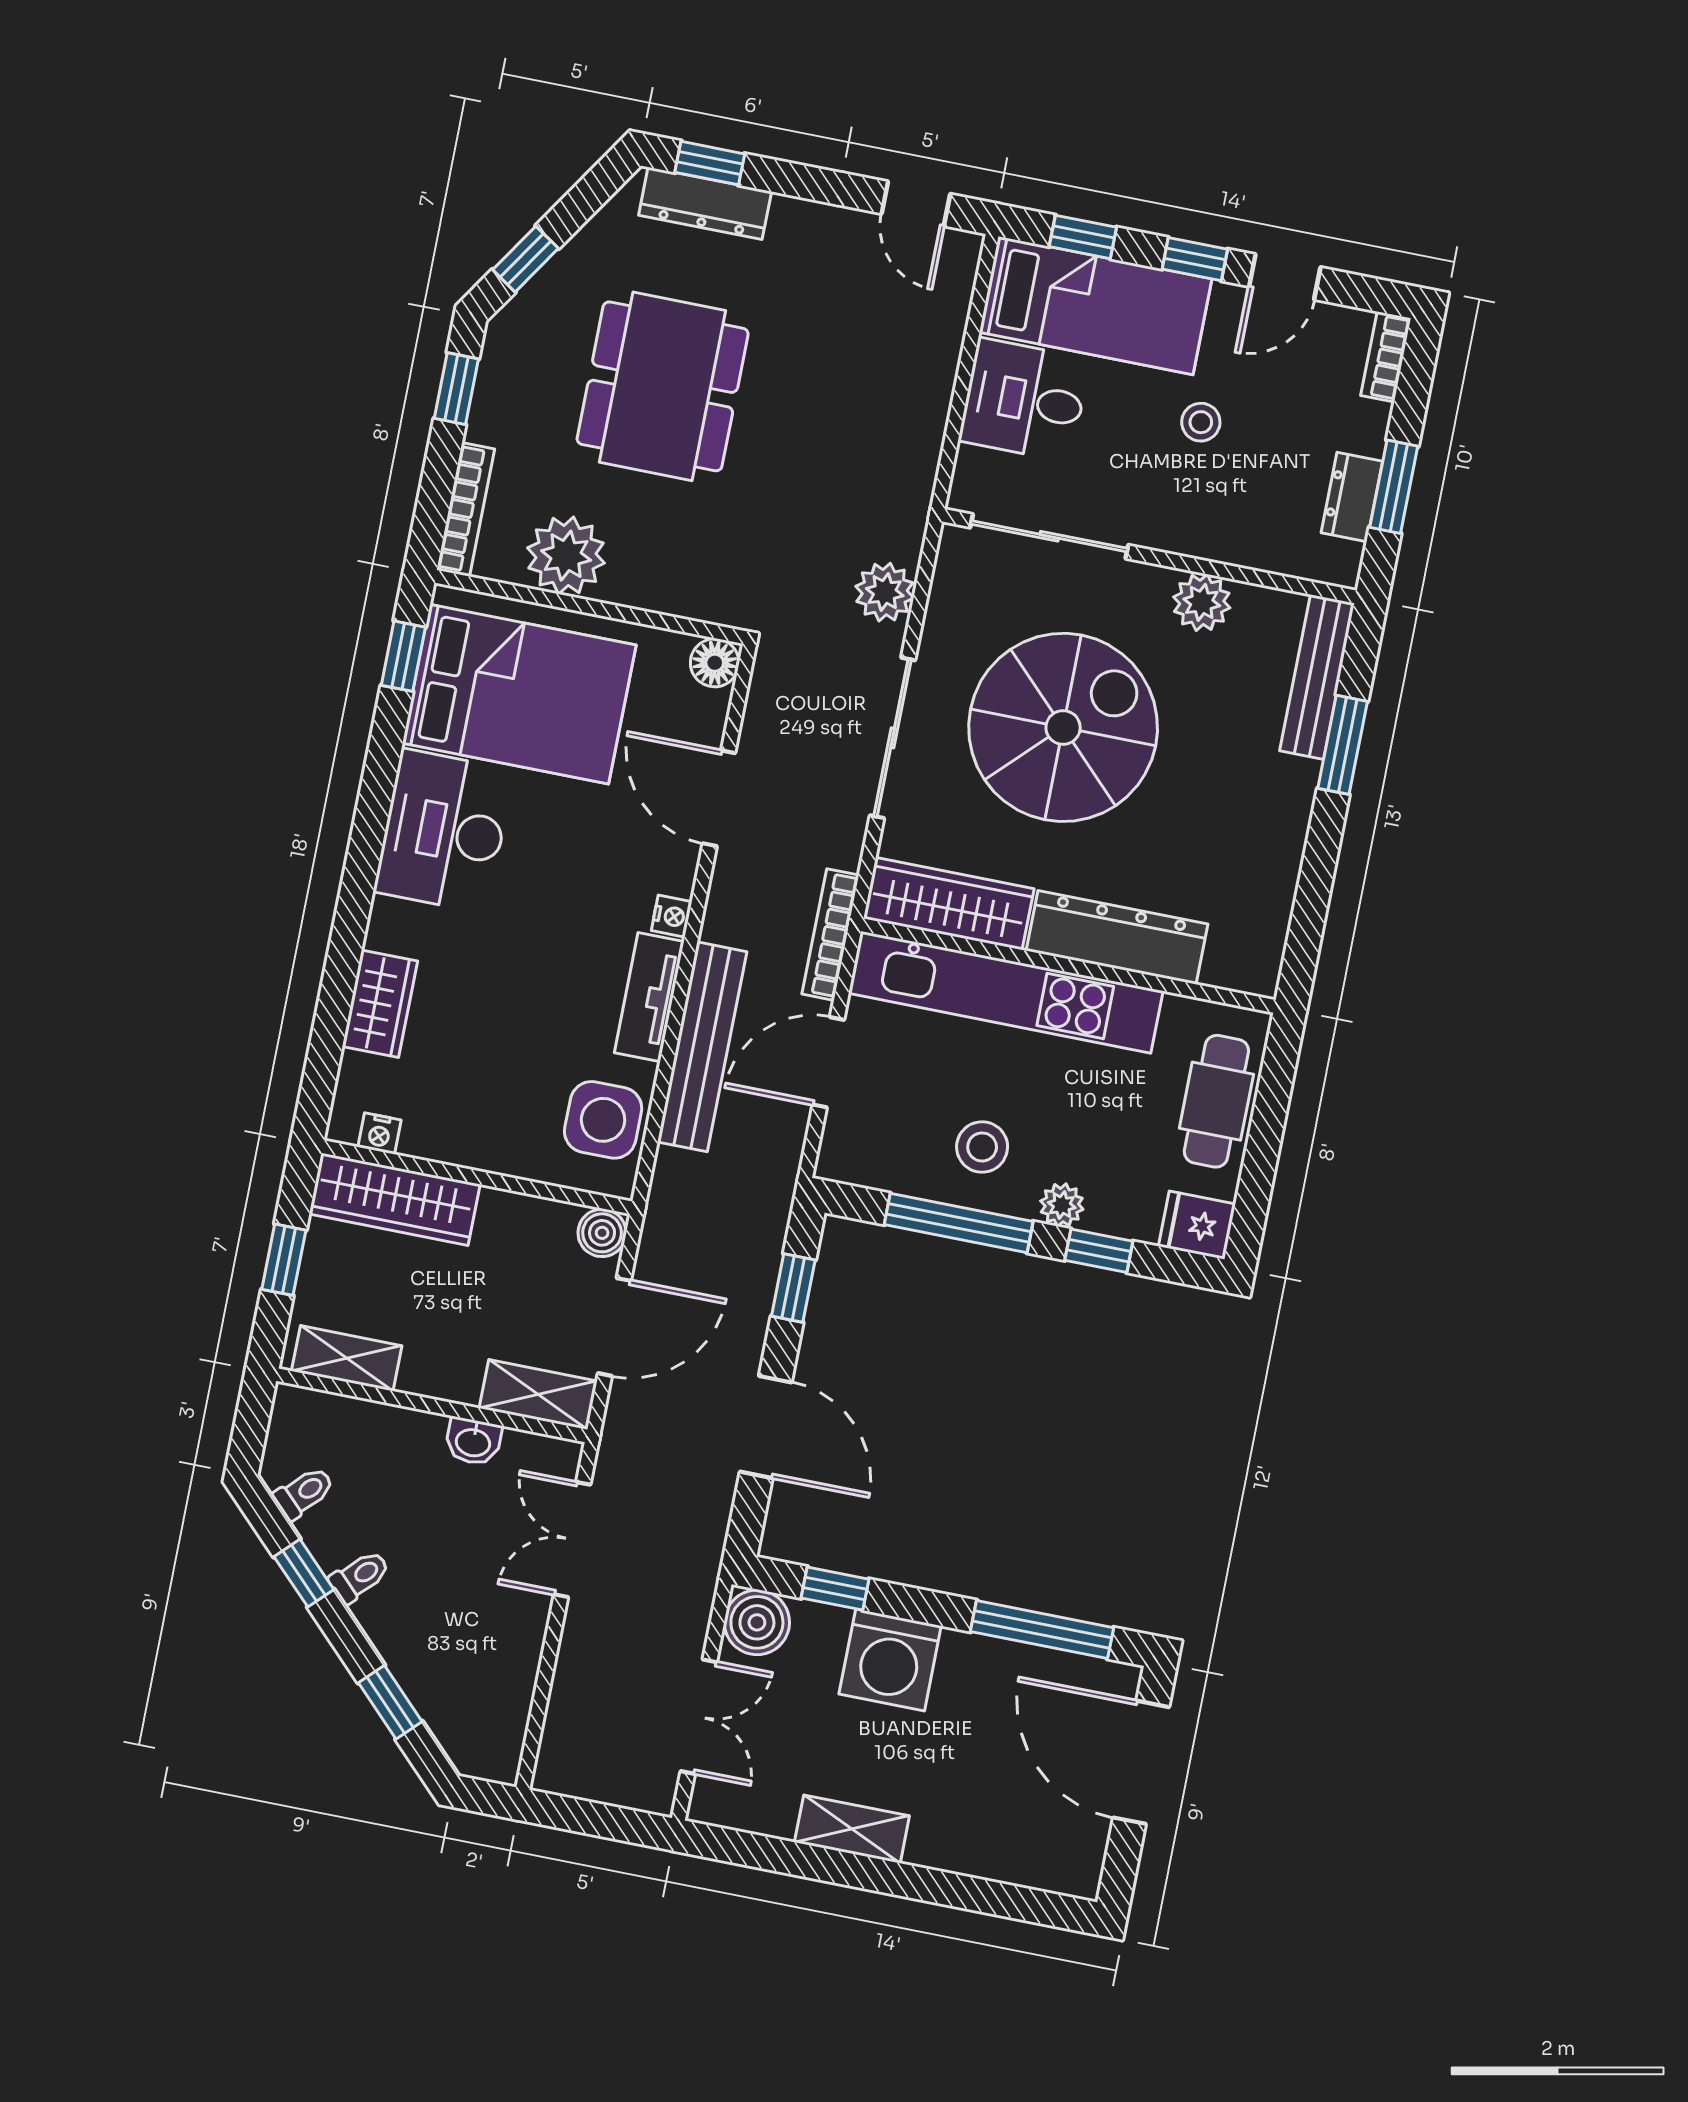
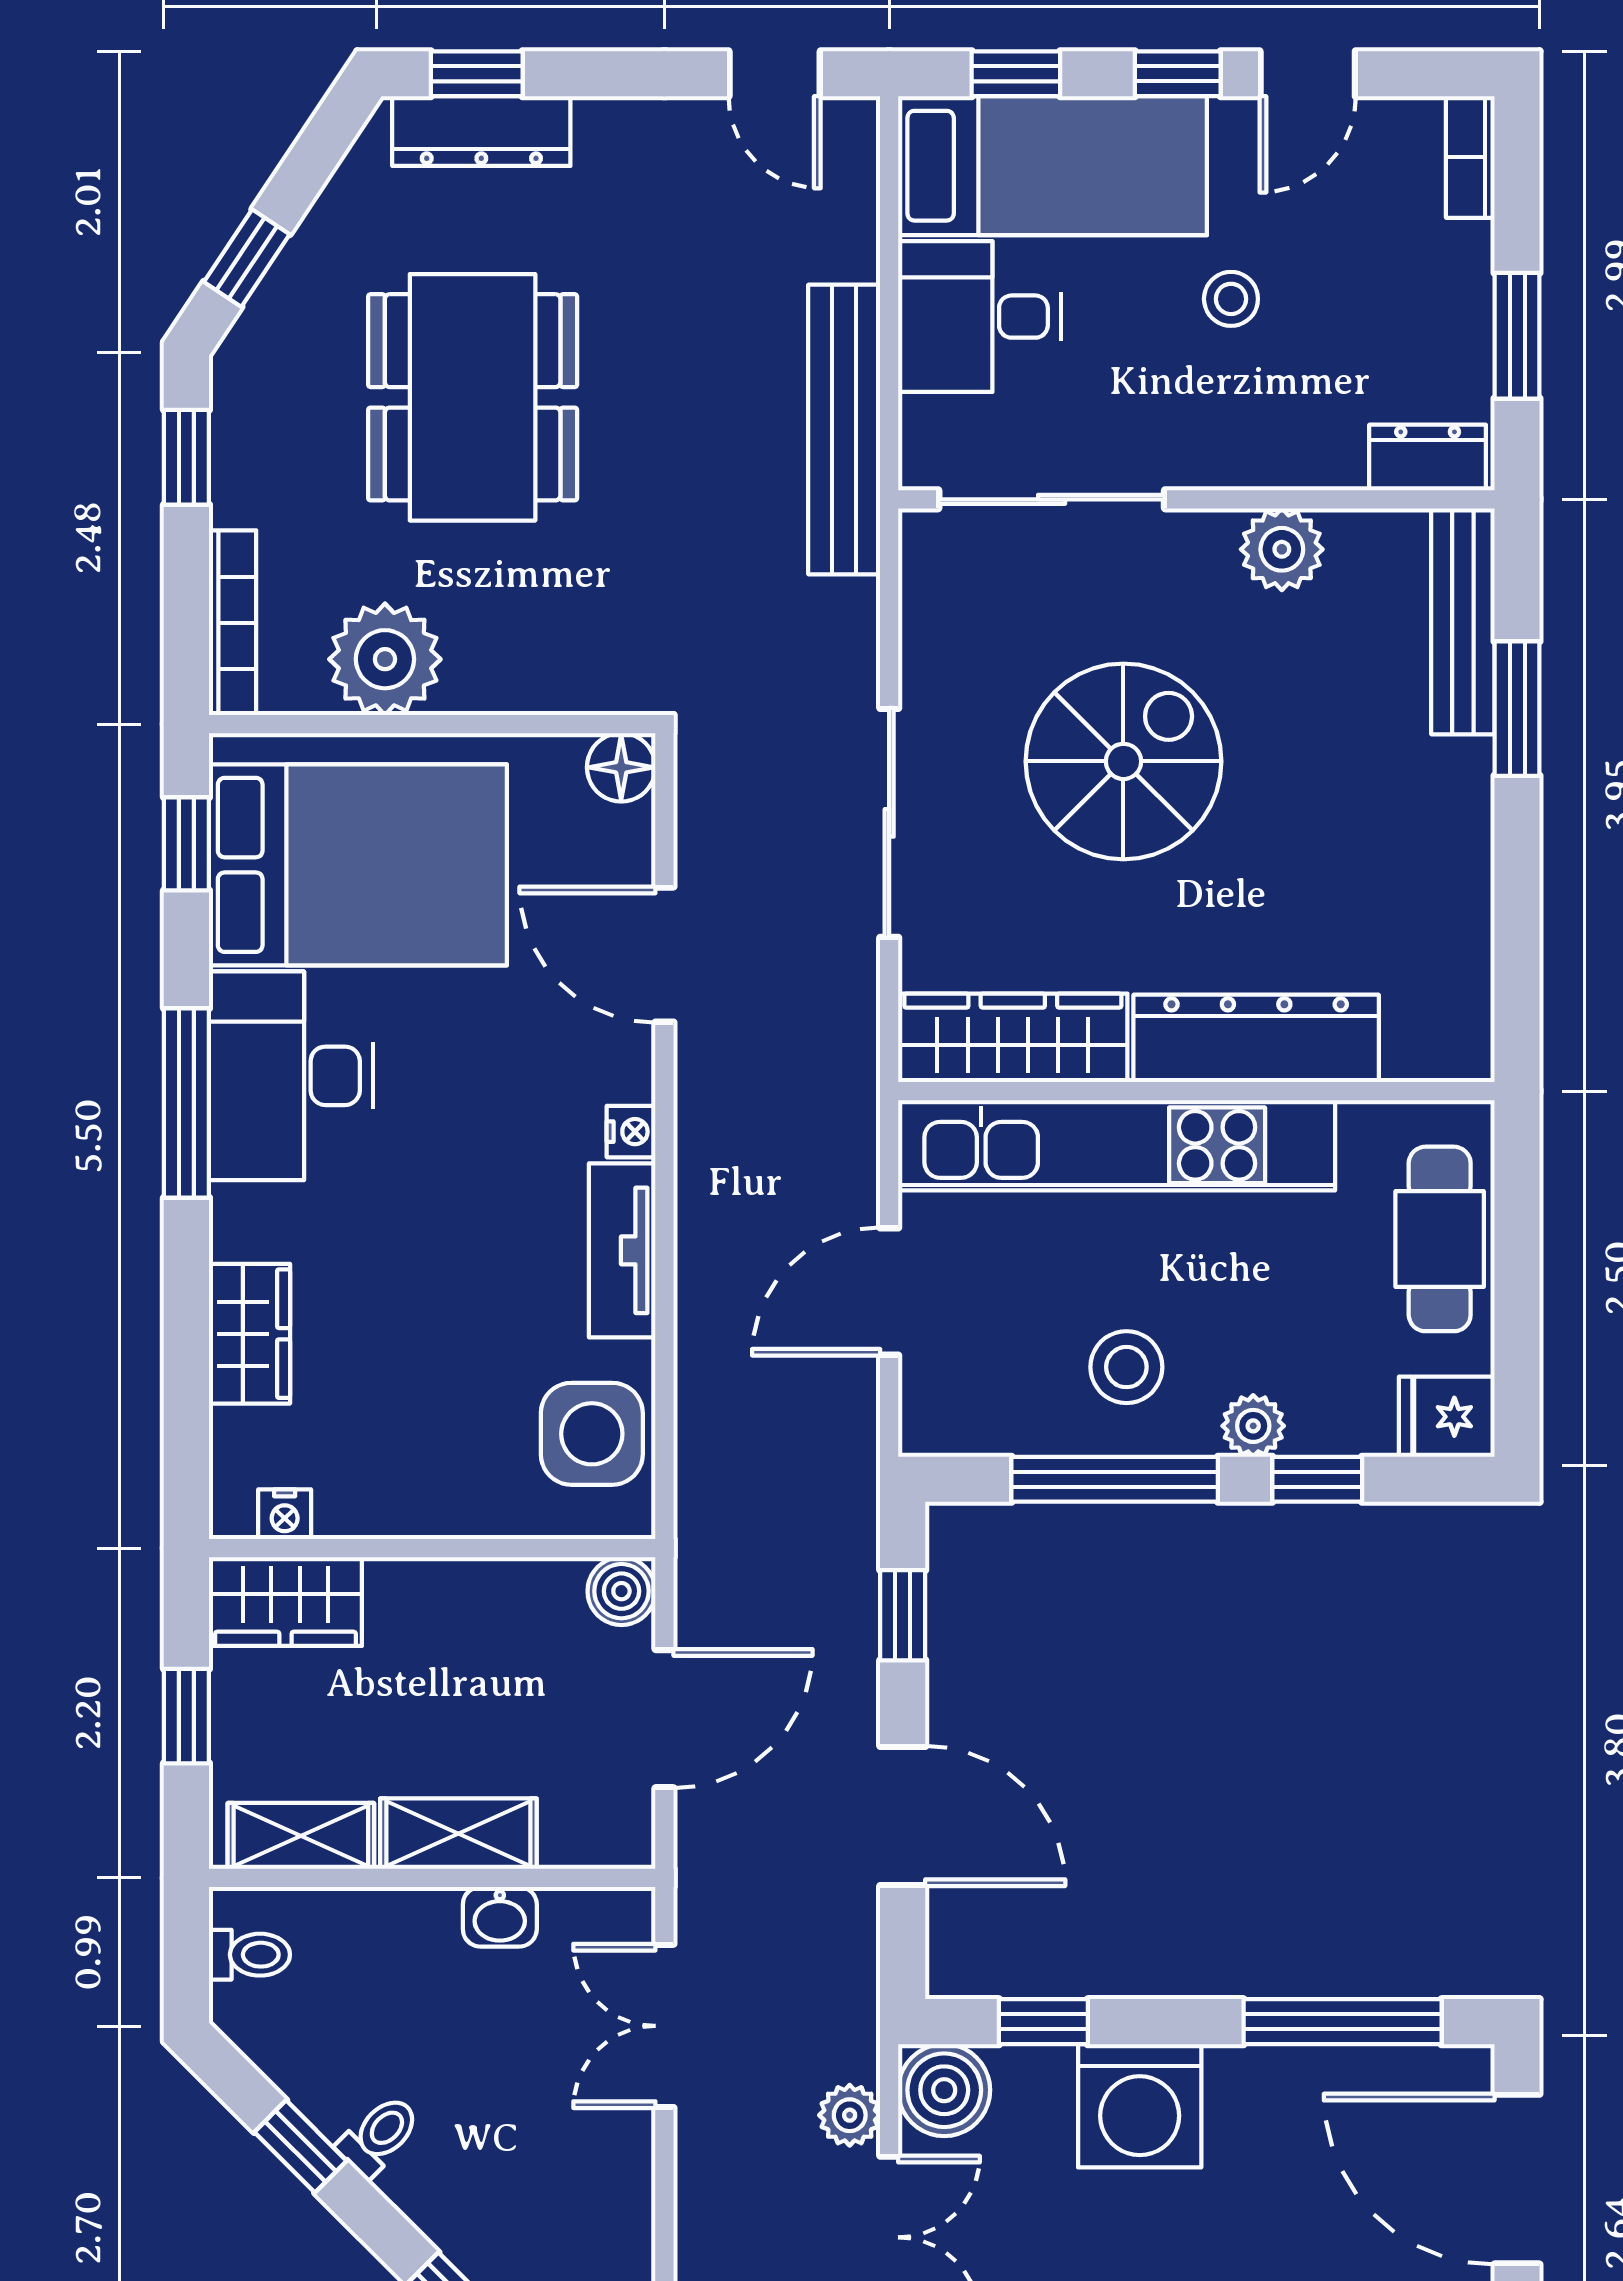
dresser: (1352, 497) -> (1428, 458), moved, turned 90
plant: (885, 592) -> (850, 2115), moved, width x0.73, depth x0.73
spiral stairs: (1063, 727) -> (1123, 761), width x0.73, depth x0.73
window: (368, 835) -> (186, 1103), added
bookcase: (830, 935) -> (857, 1113), removed
bench: (702, 1047) -> (844, 429), moved
wardrobe: (395, 1199) -> (285, 1602), width x0.67
shelving: (538, 1395) -> (458, 1834), moved
toilet: (304, 1493) -> (249, 1955), moved, turned 45

